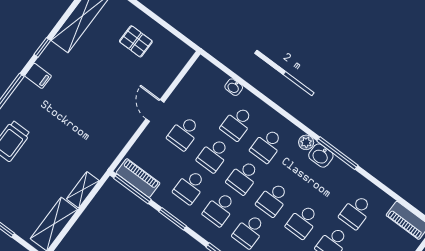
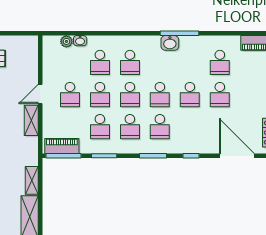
door: (155, 111) -> (40, 94), hinge flipped
shelving: (127, 130) -> (31, 120), added
plant: (306, 142) -> (66, 41), moved

